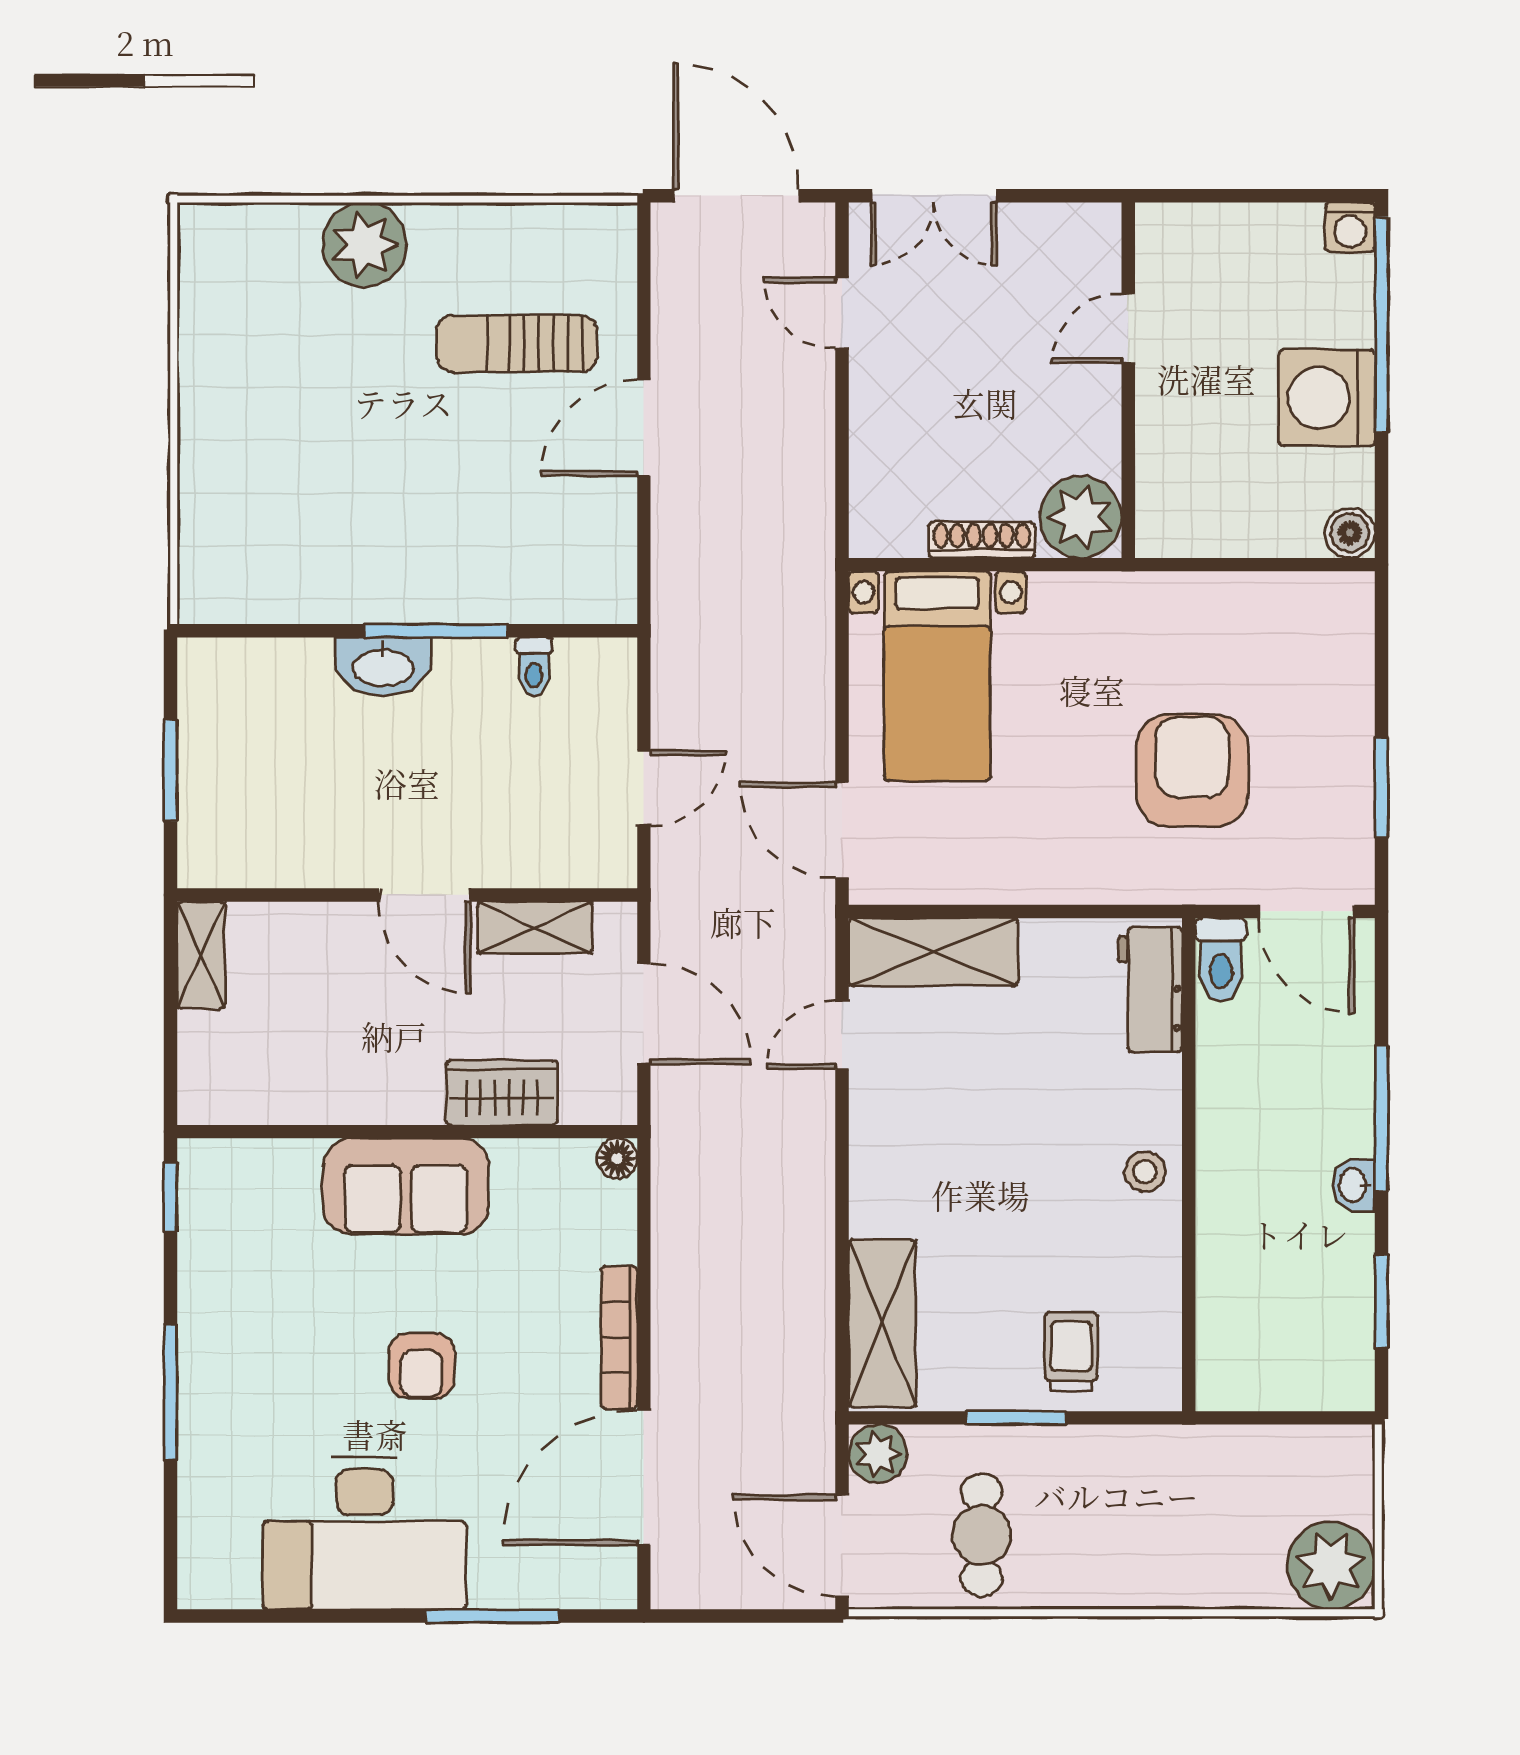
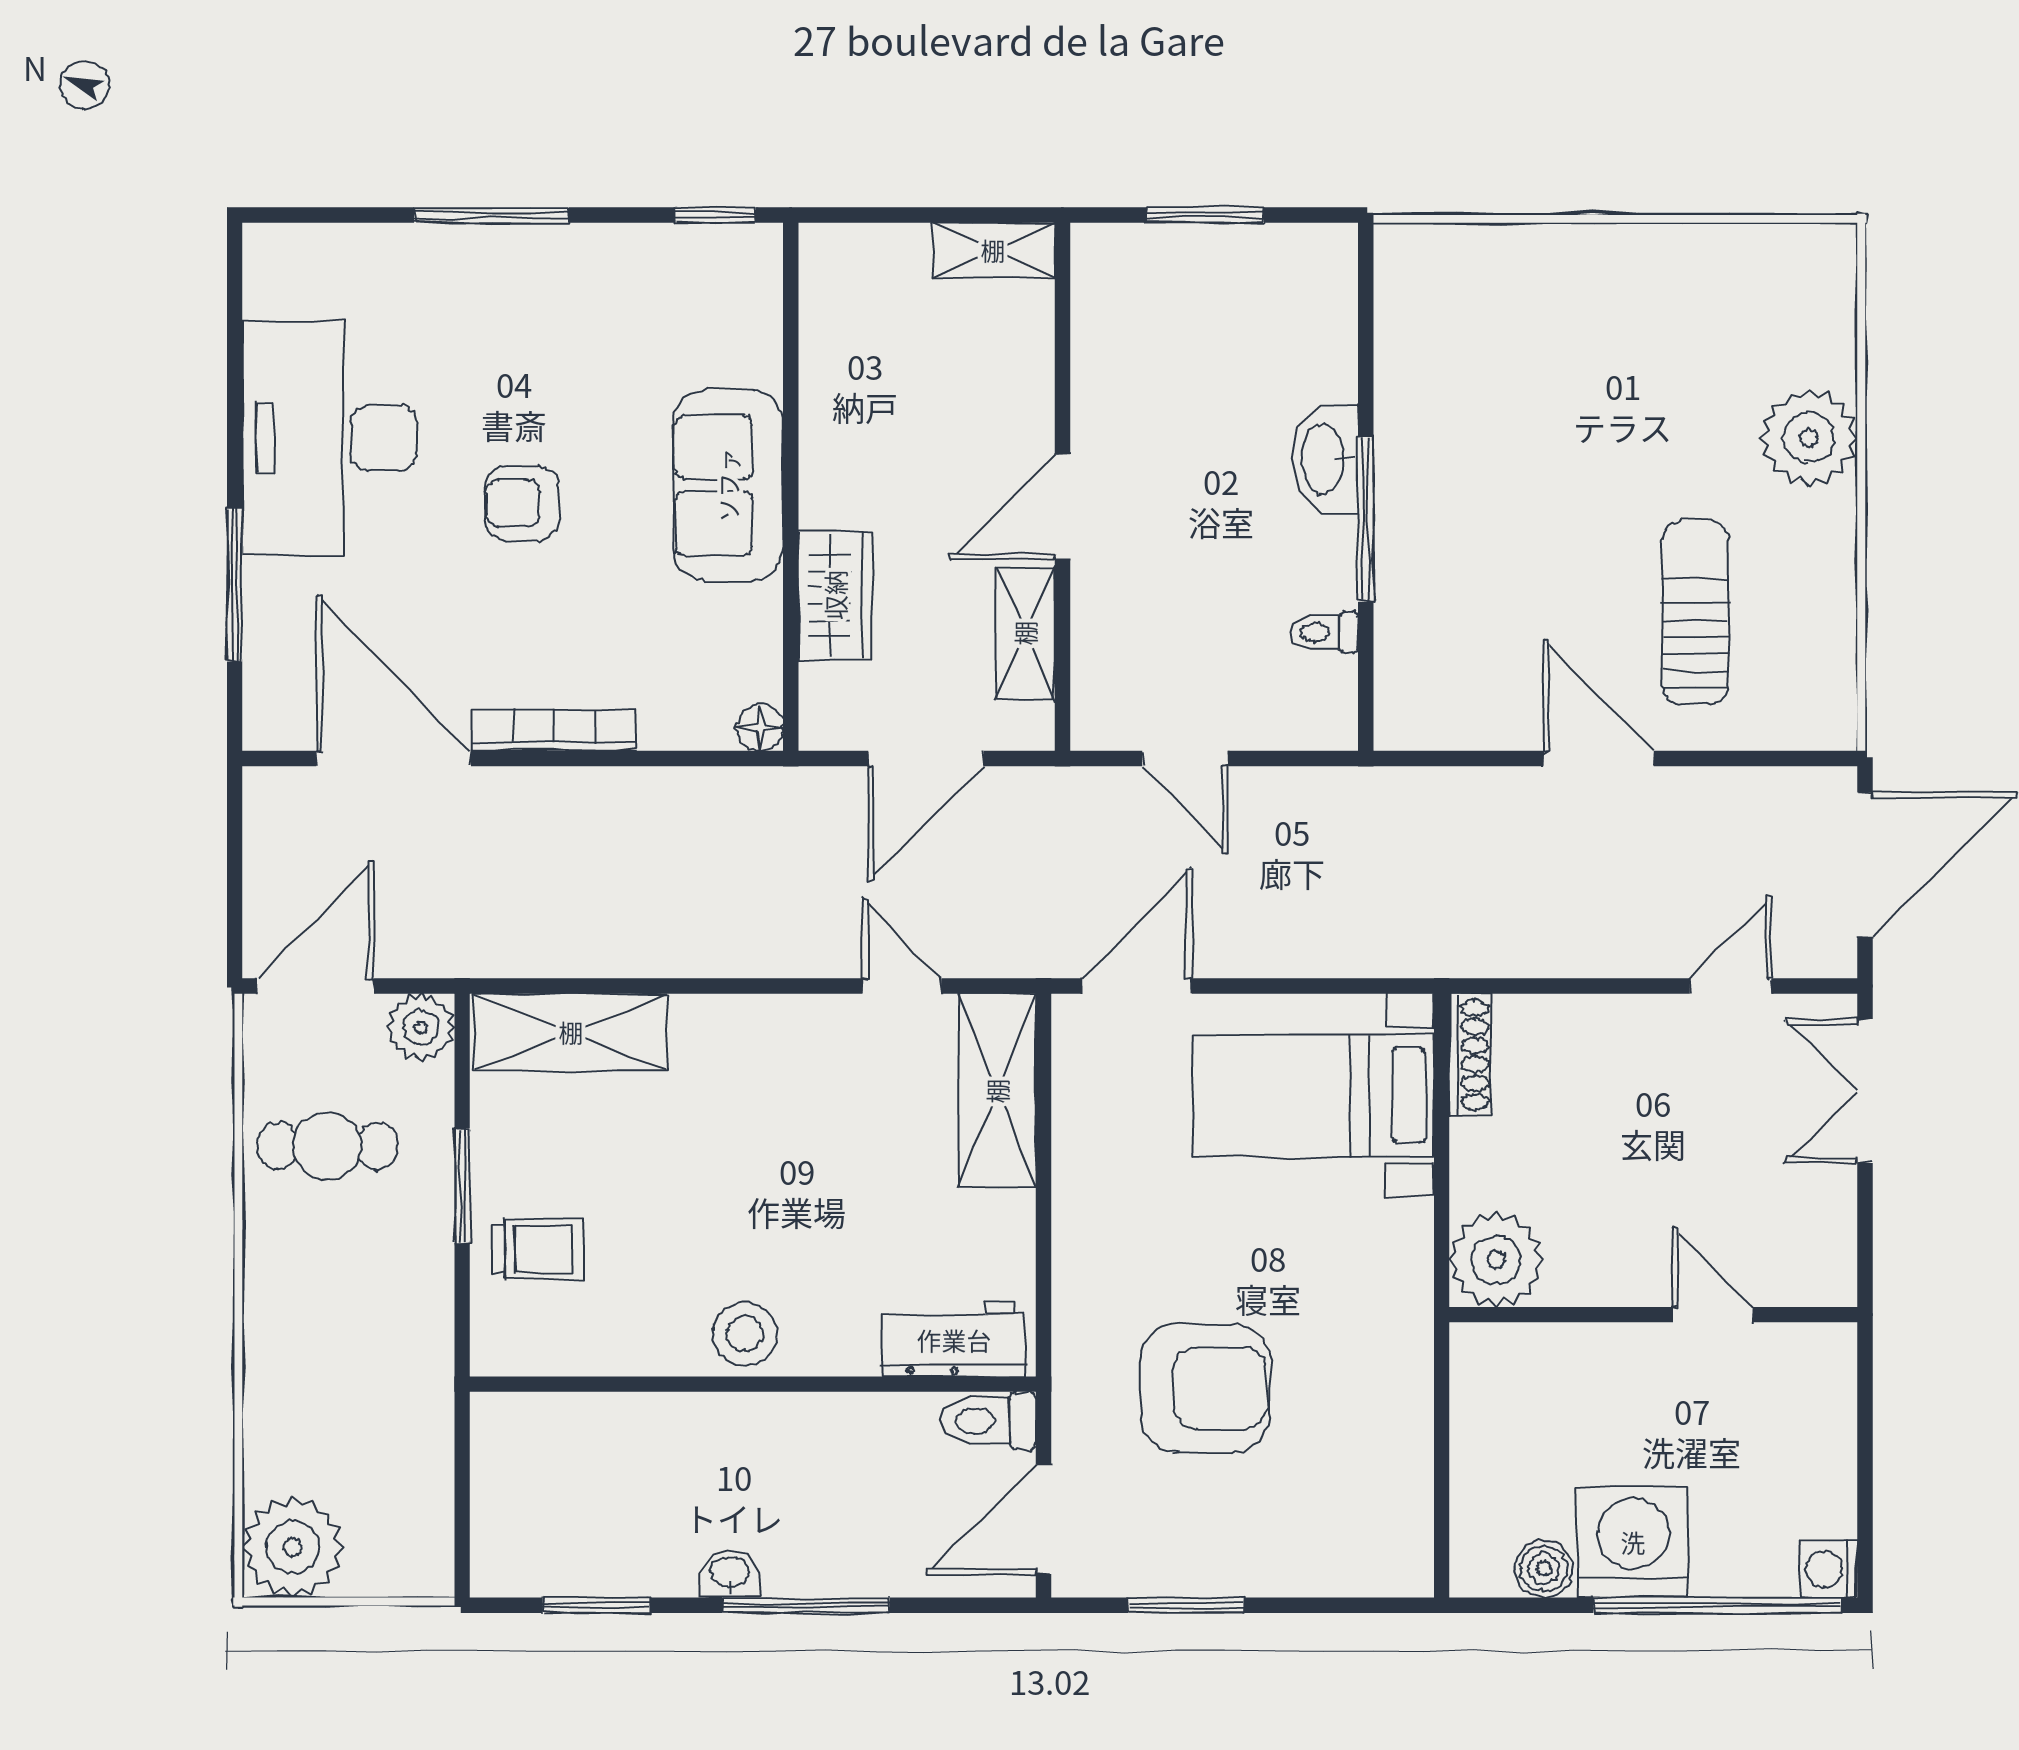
boiler: (1350, 533) -> (1544, 1569), moved
shoe rack: (982, 540) -> (1470, 1055), moved
stool: (1145, 1172) -> (745, 1334), width x1.37, depth x1.37

